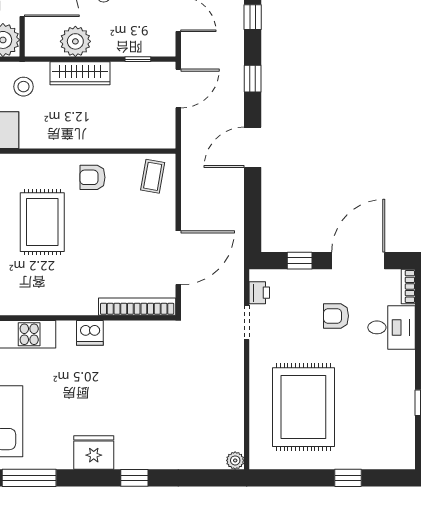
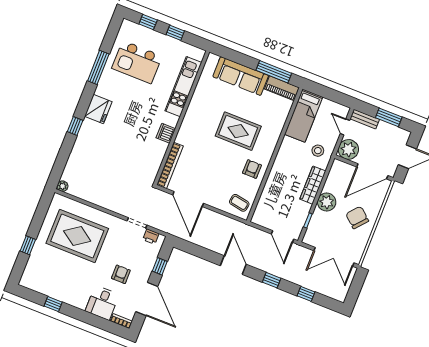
plant: (75, 41) -> (327, 202), moved

